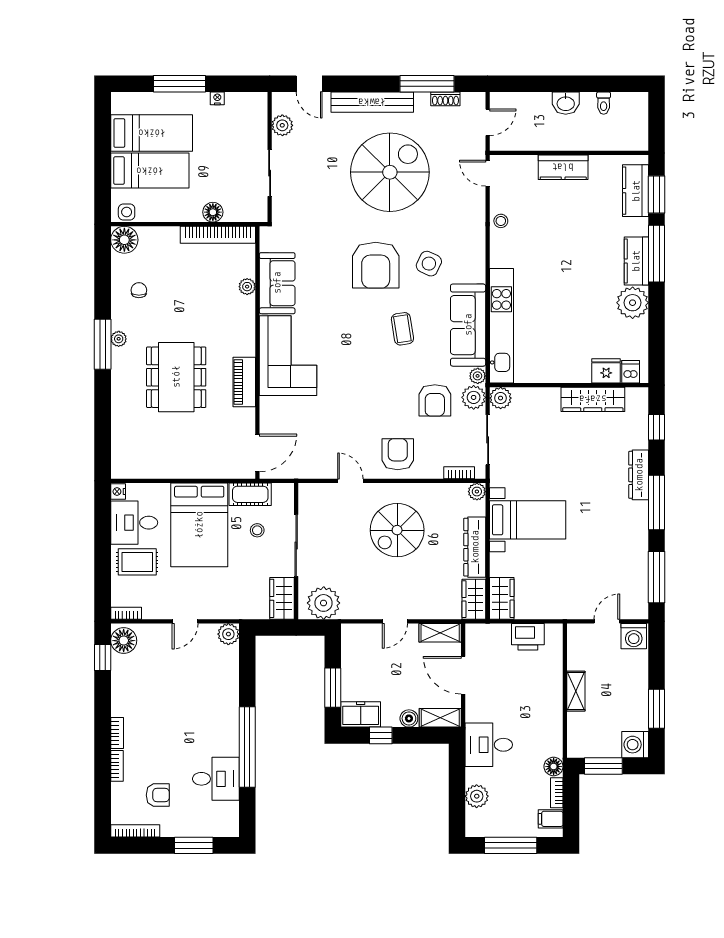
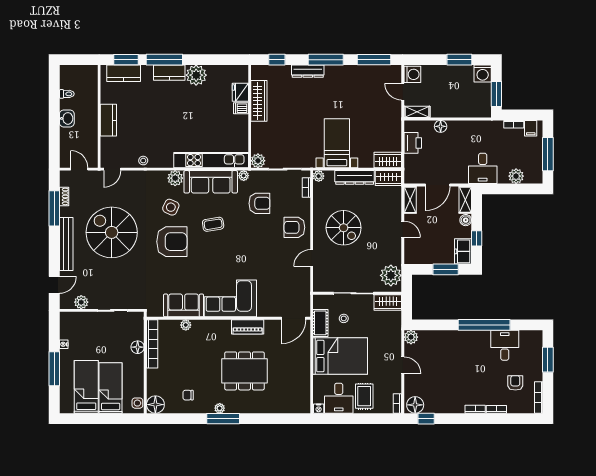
dishwasher: (631, 372) -> (241, 108), moved
plant: (474, 397) -> (175, 178), moved
door: (257, 453) -> (294, 318), swing flipped
shelving: (576, 691) -> (417, 112), moved
floor lamp: (554, 767) -> (441, 126), moved

